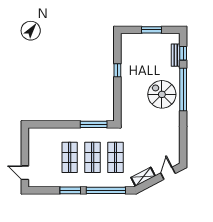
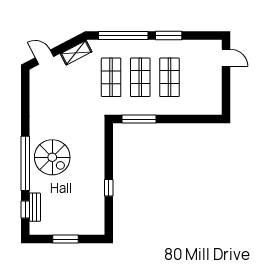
door: (168, 173) -> (44, 57), swing flipped

